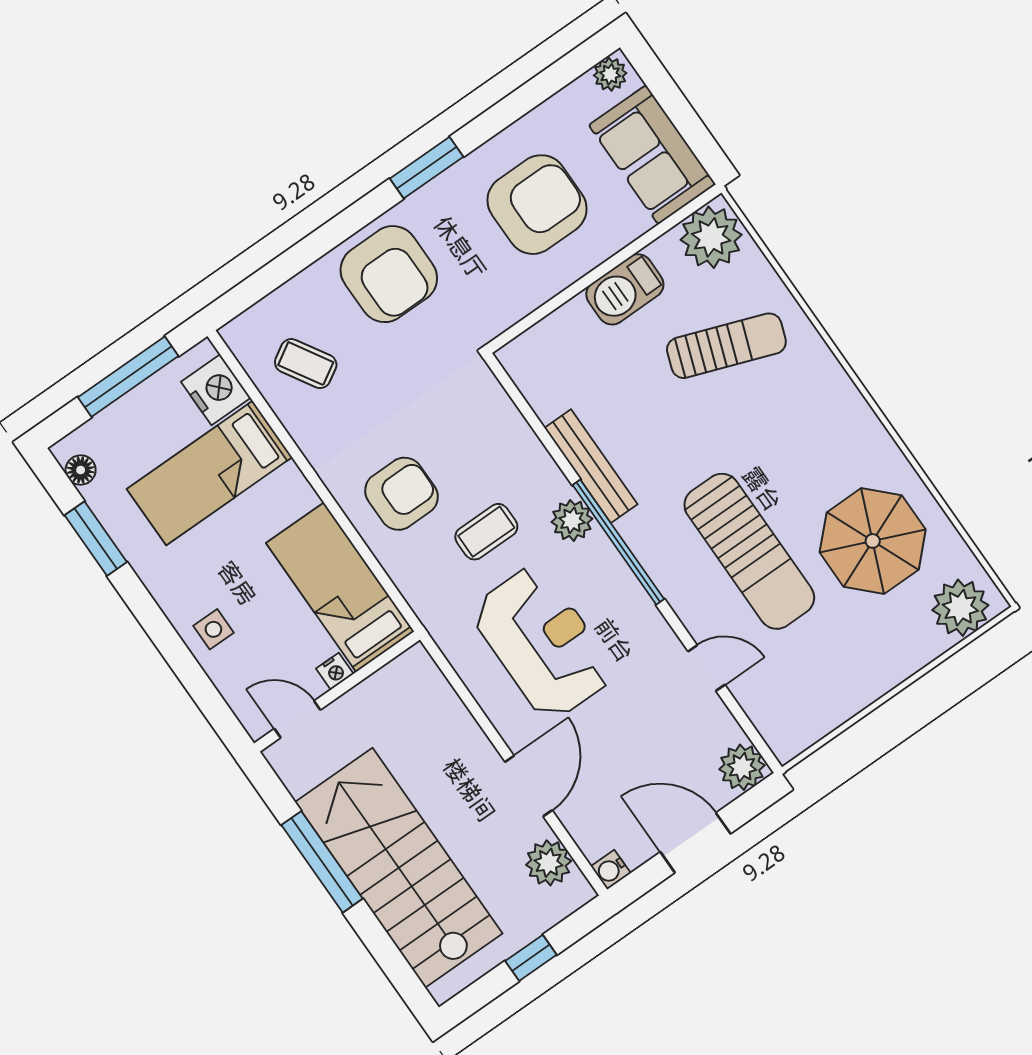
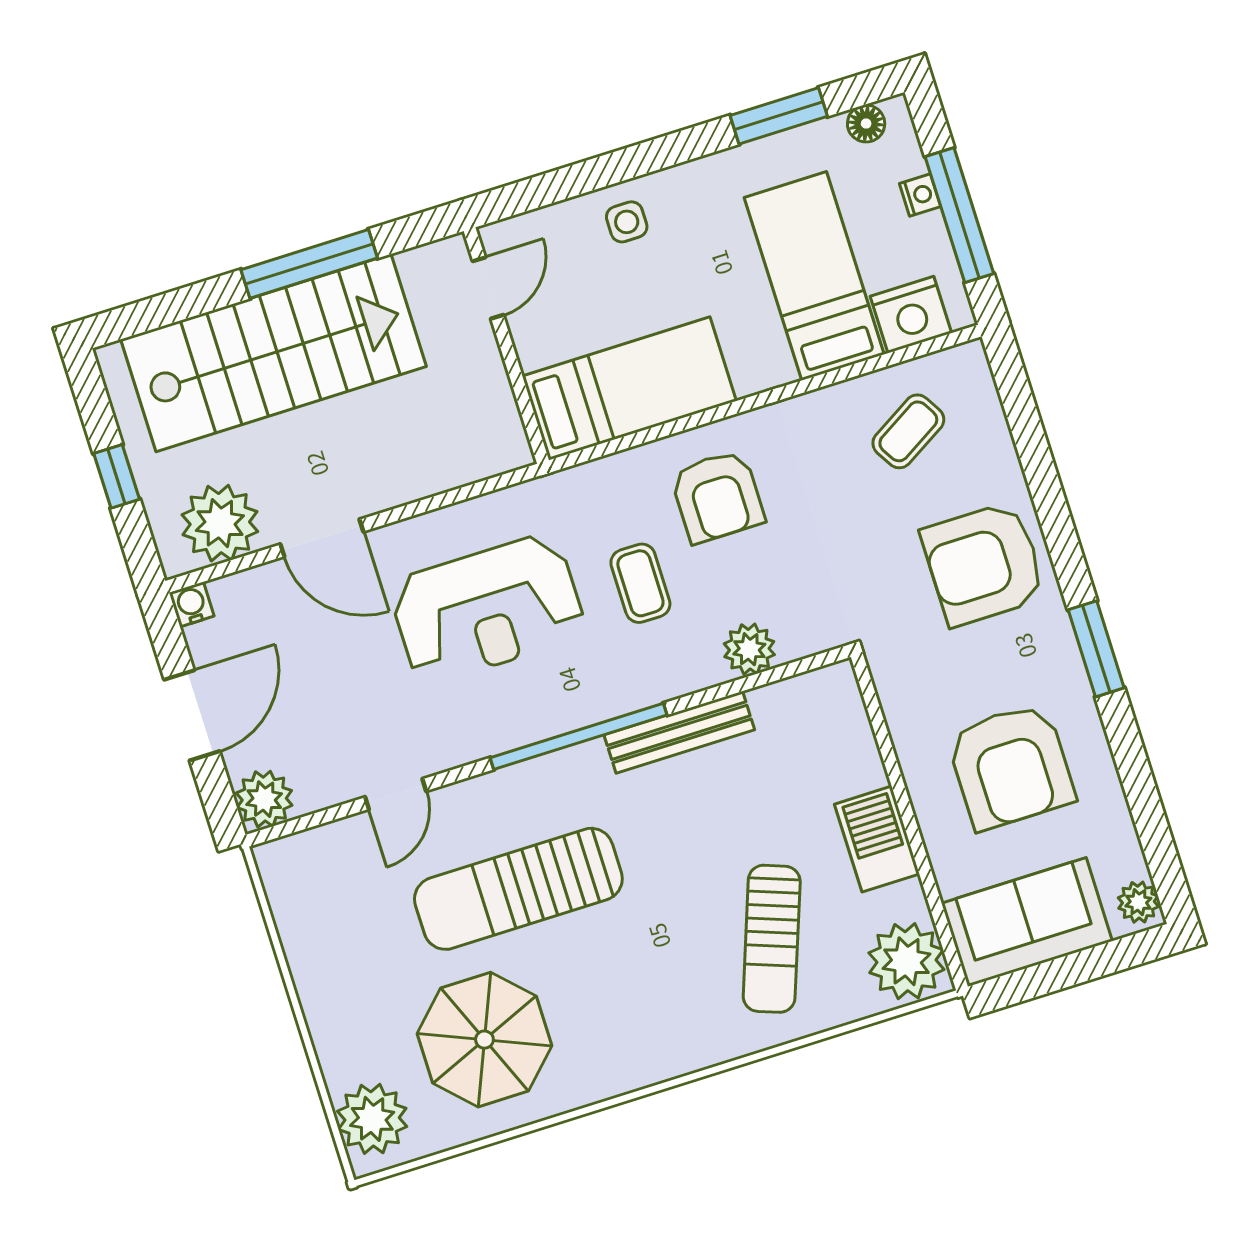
plant: (572, 520) -> (749, 649), moved
nightstand: (335, 671) -> (920, 195), moved, turned 180
plant: (549, 863) -> (220, 523), width x1.36, depth x1.36

